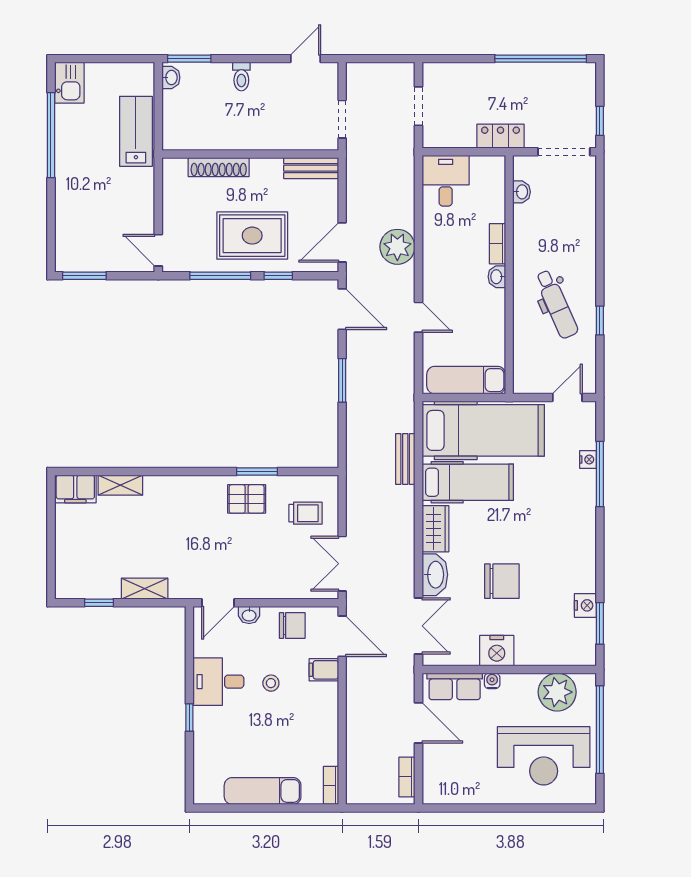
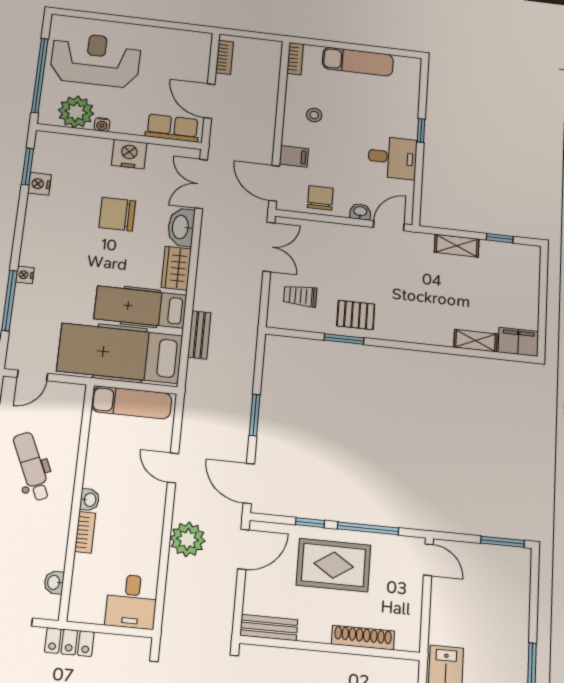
nightstand: (588, 459) -> (25, 275), moved
chair: (292, 626) -> (320, 198), turned 90
water cooler: (492, 681) -> (102, 125), moved
stool: (271, 683) -> (314, 115), moved

